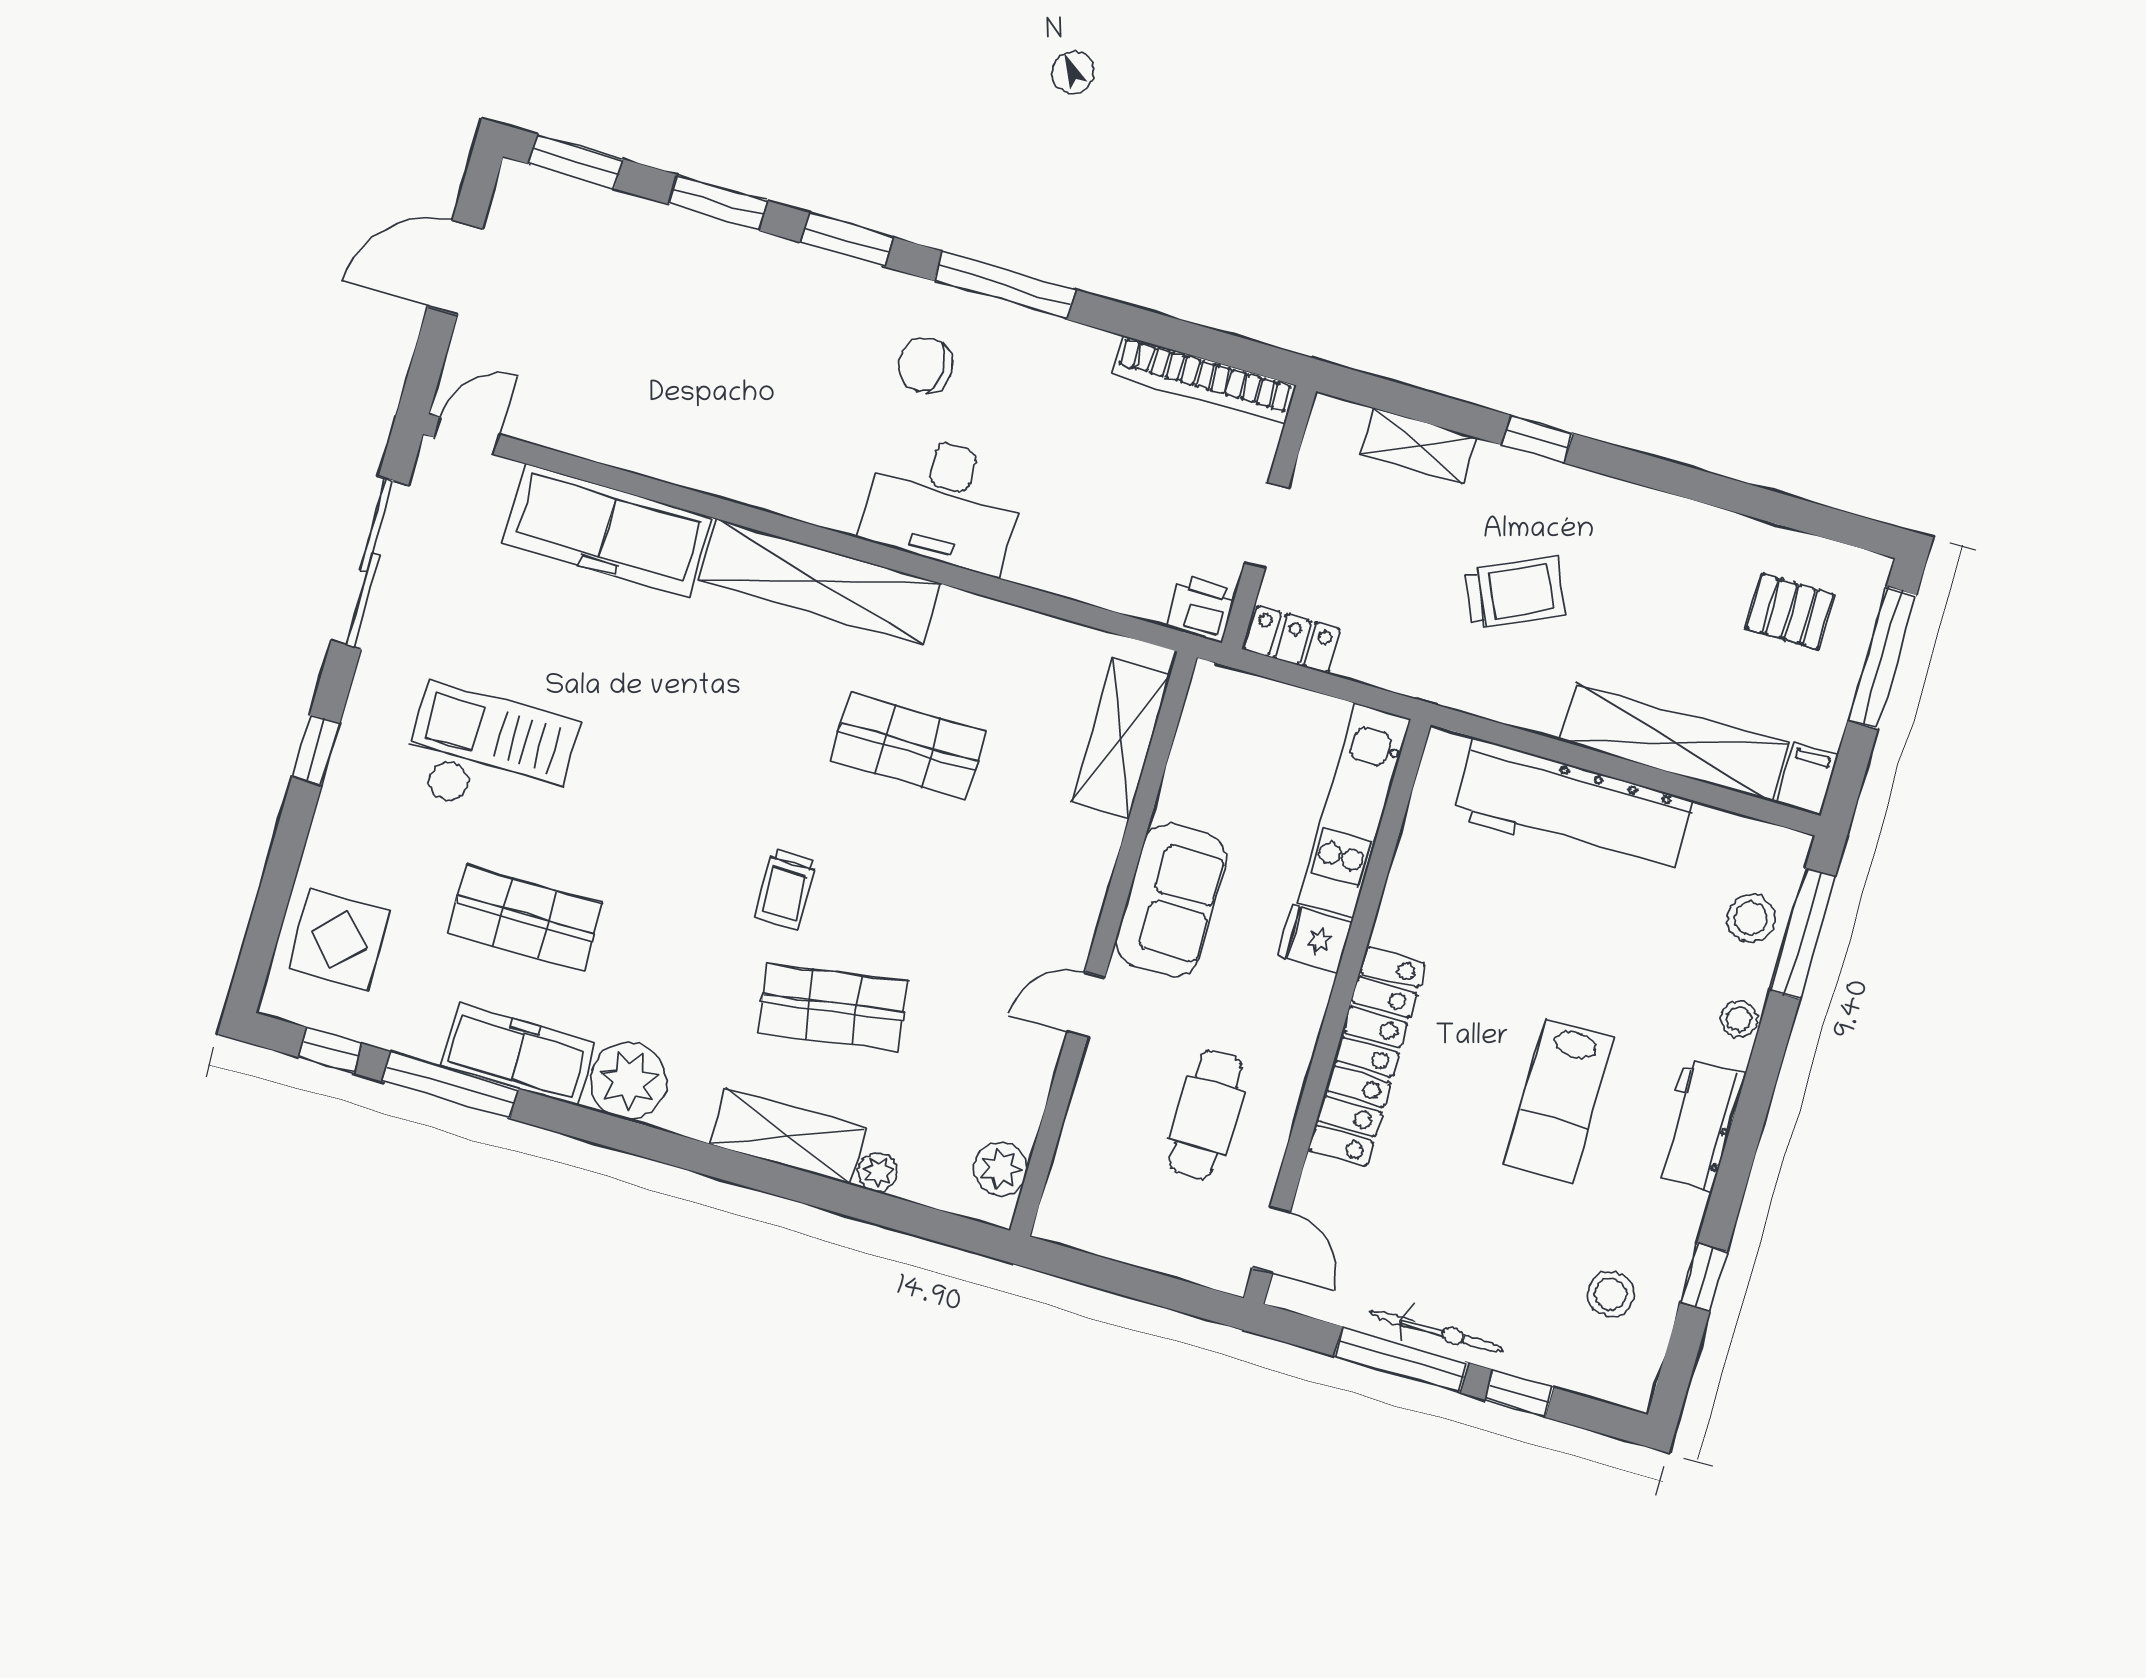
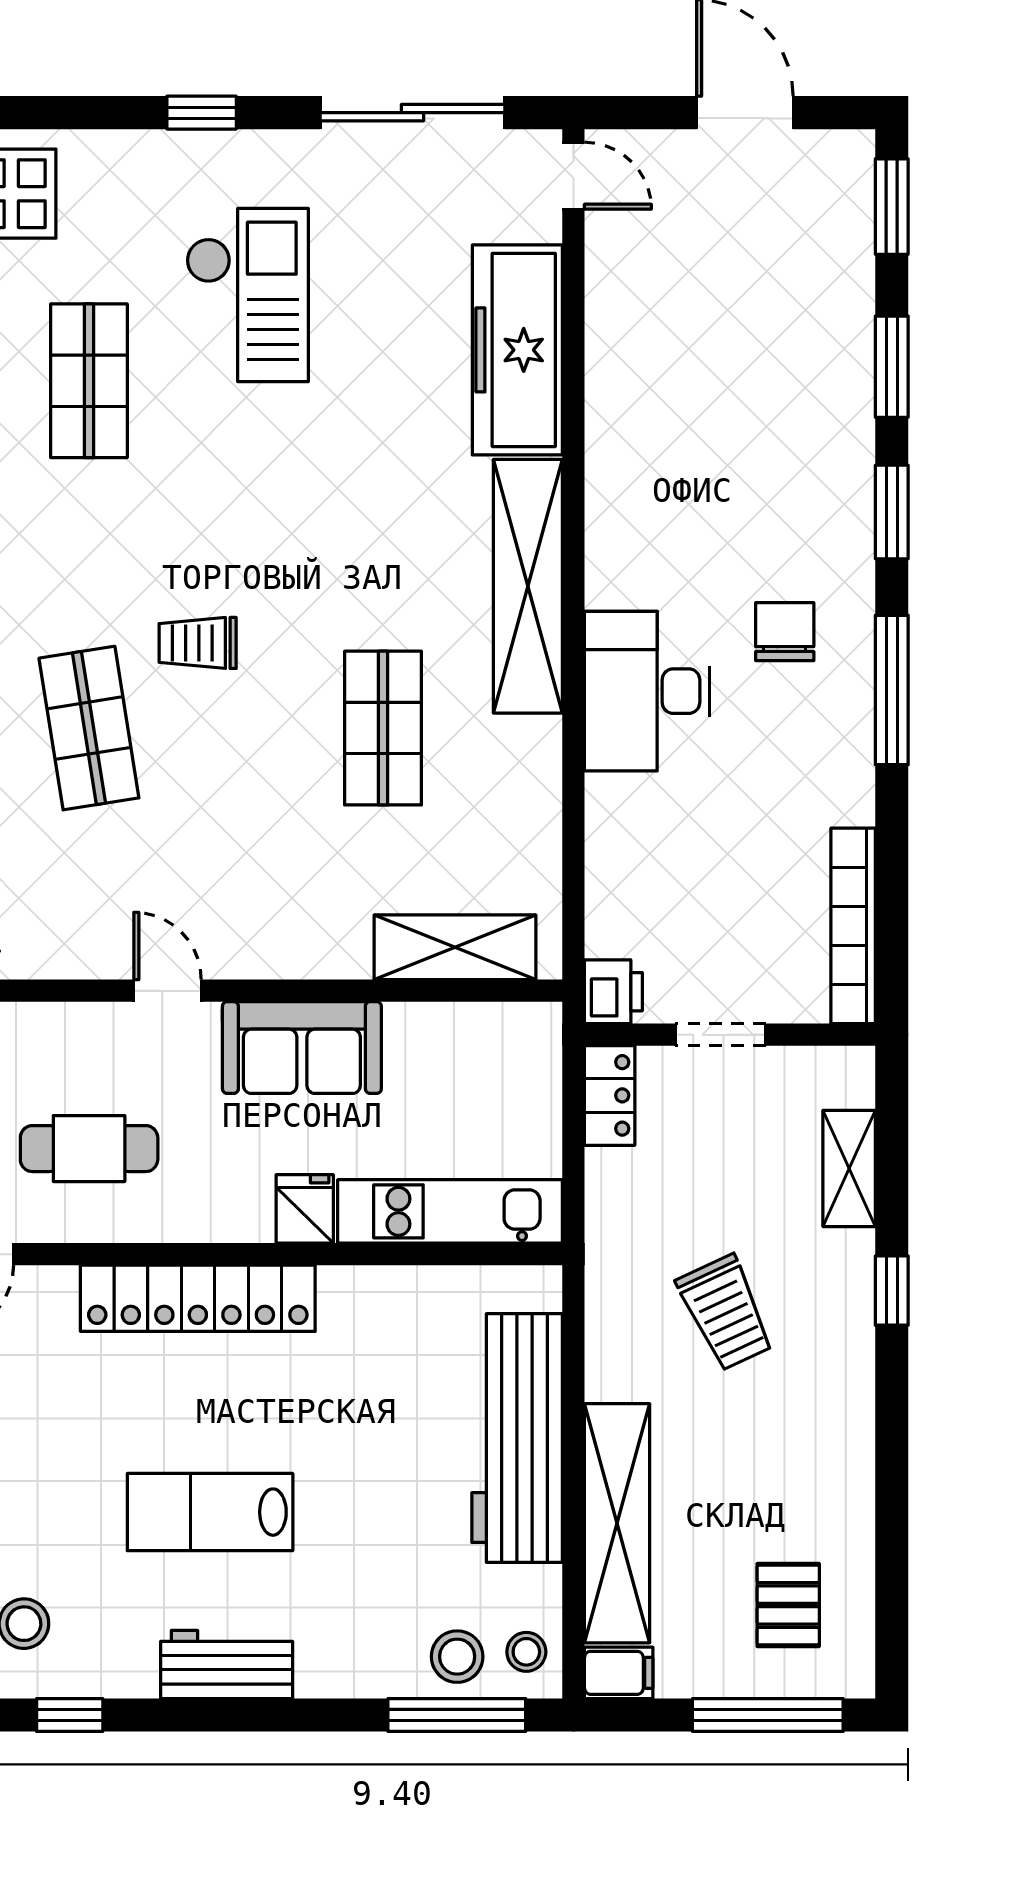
stool: (1739, 1019) -> (526, 1652), moved

